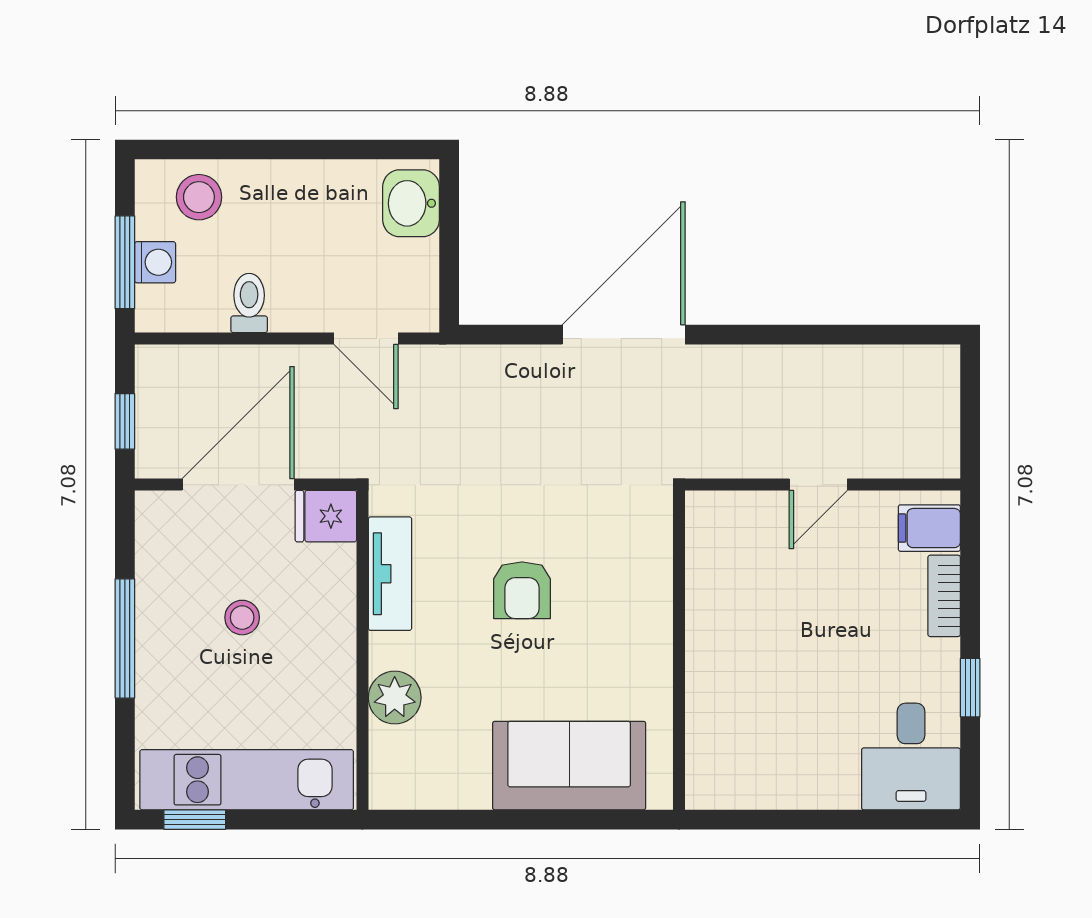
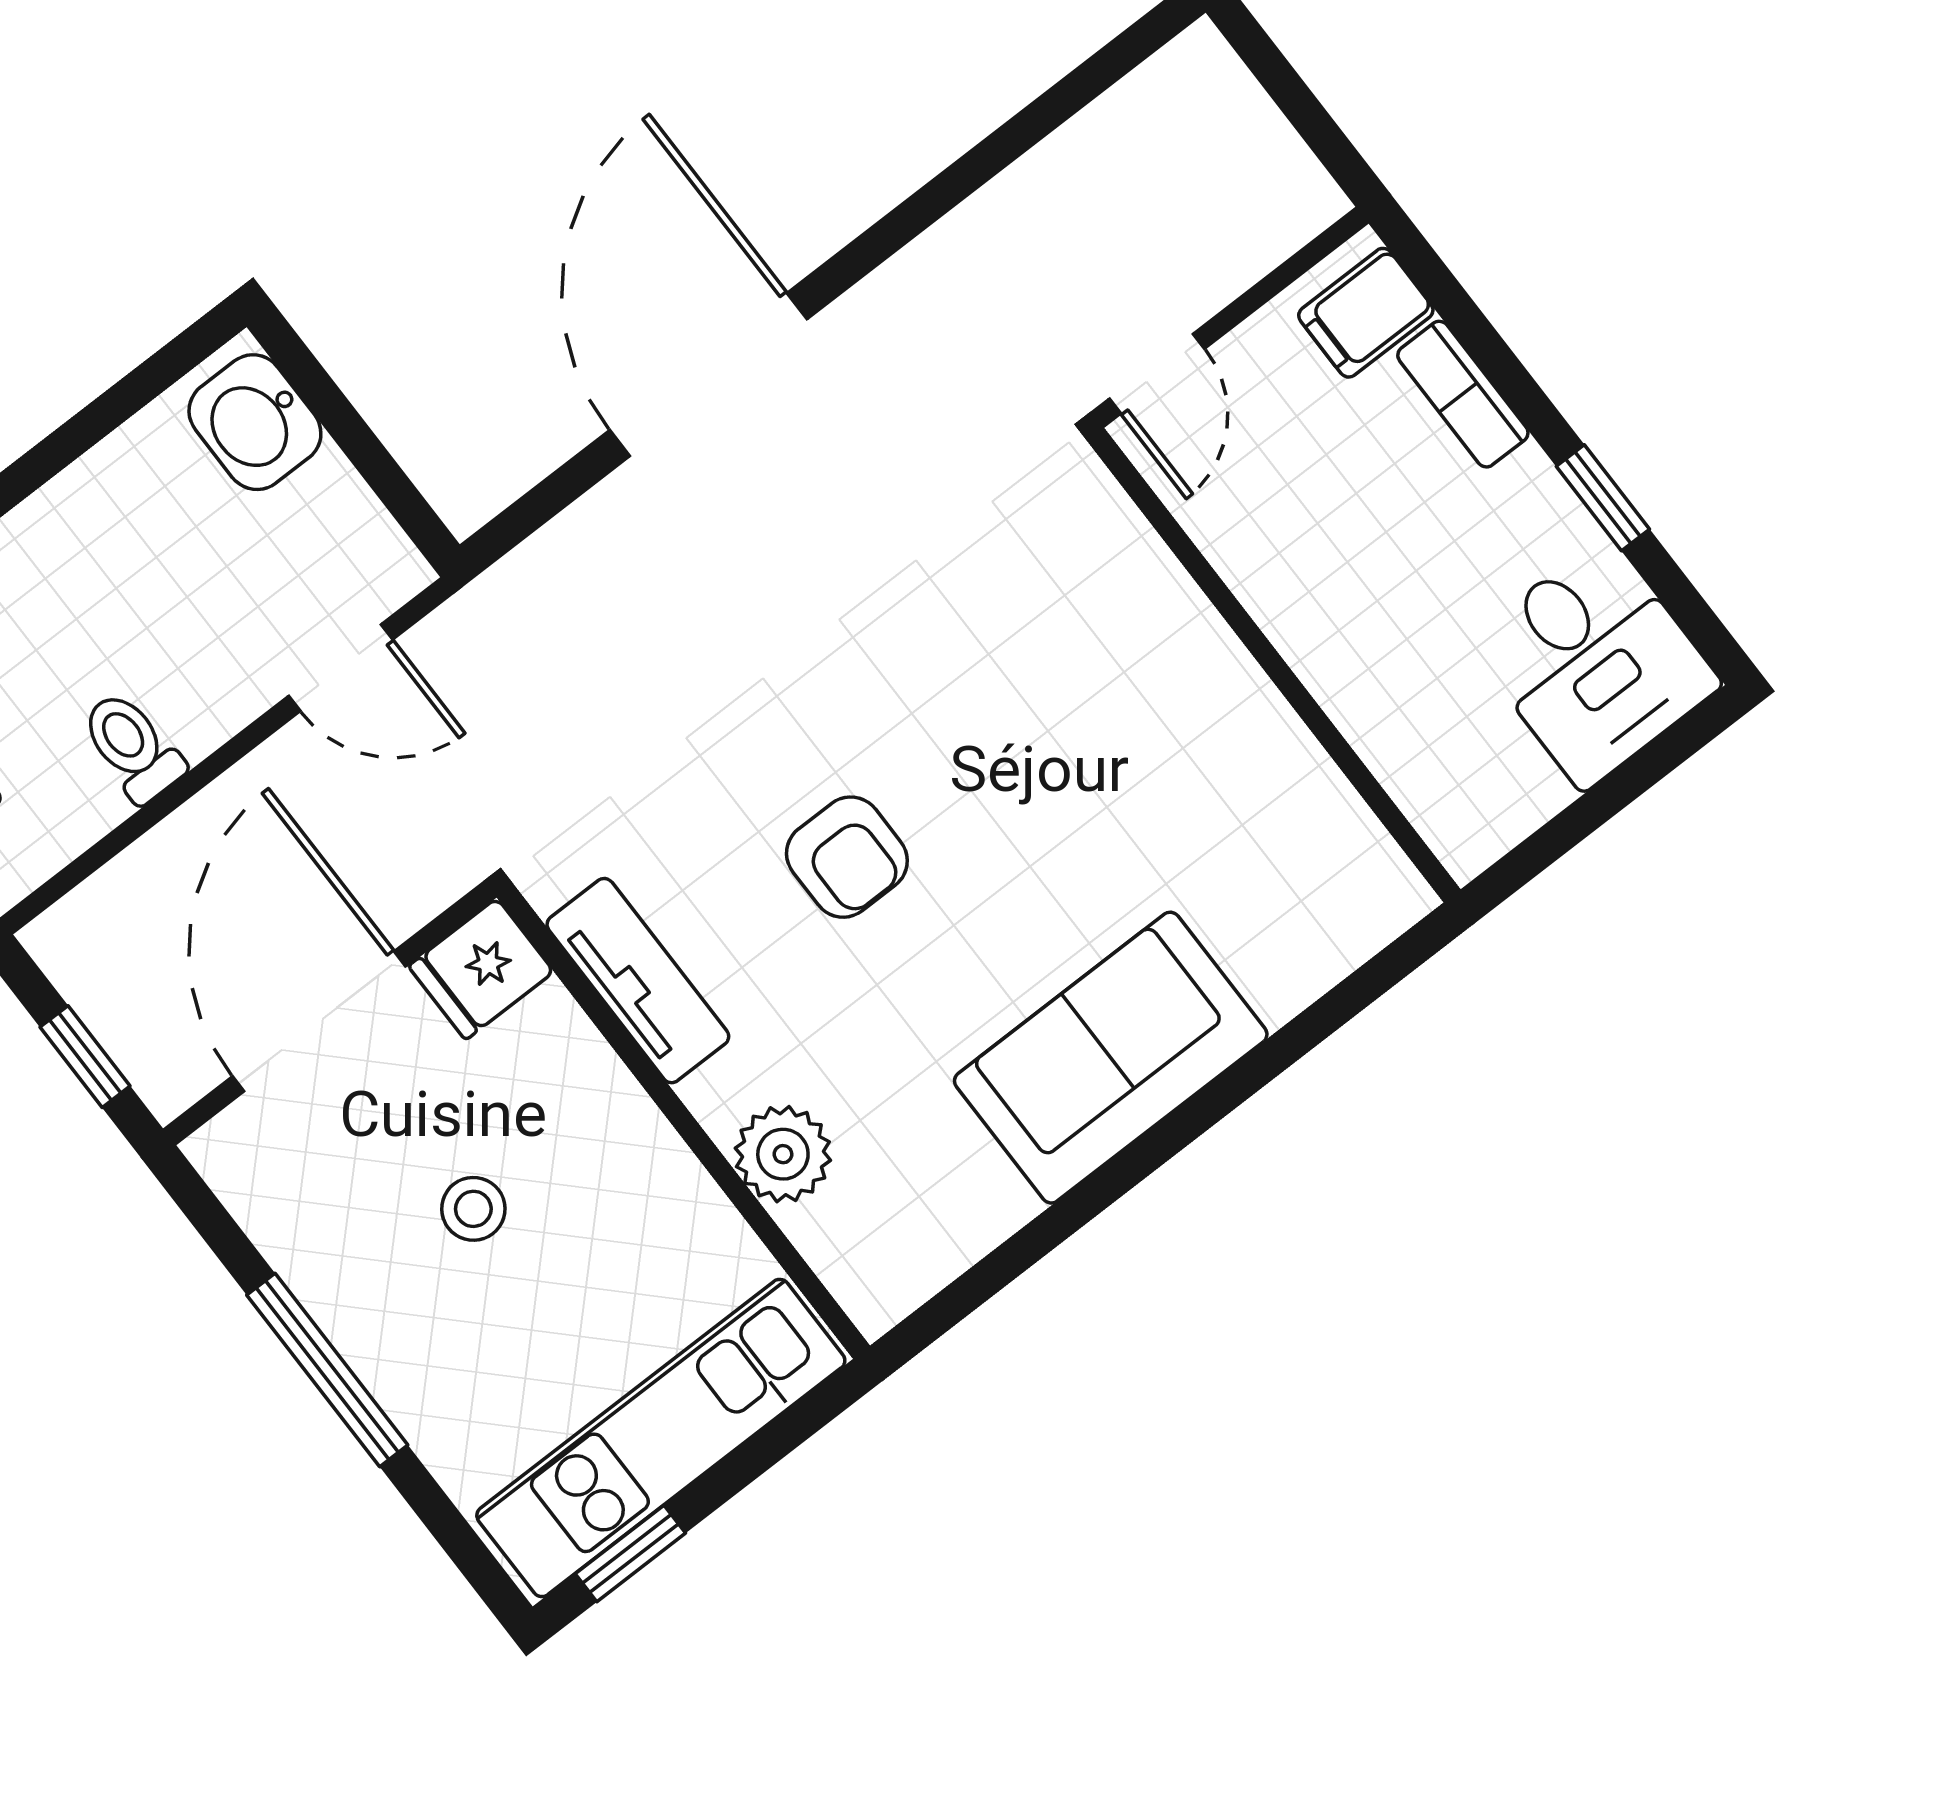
wall: (679, 650) -> (1274, 665), moved

